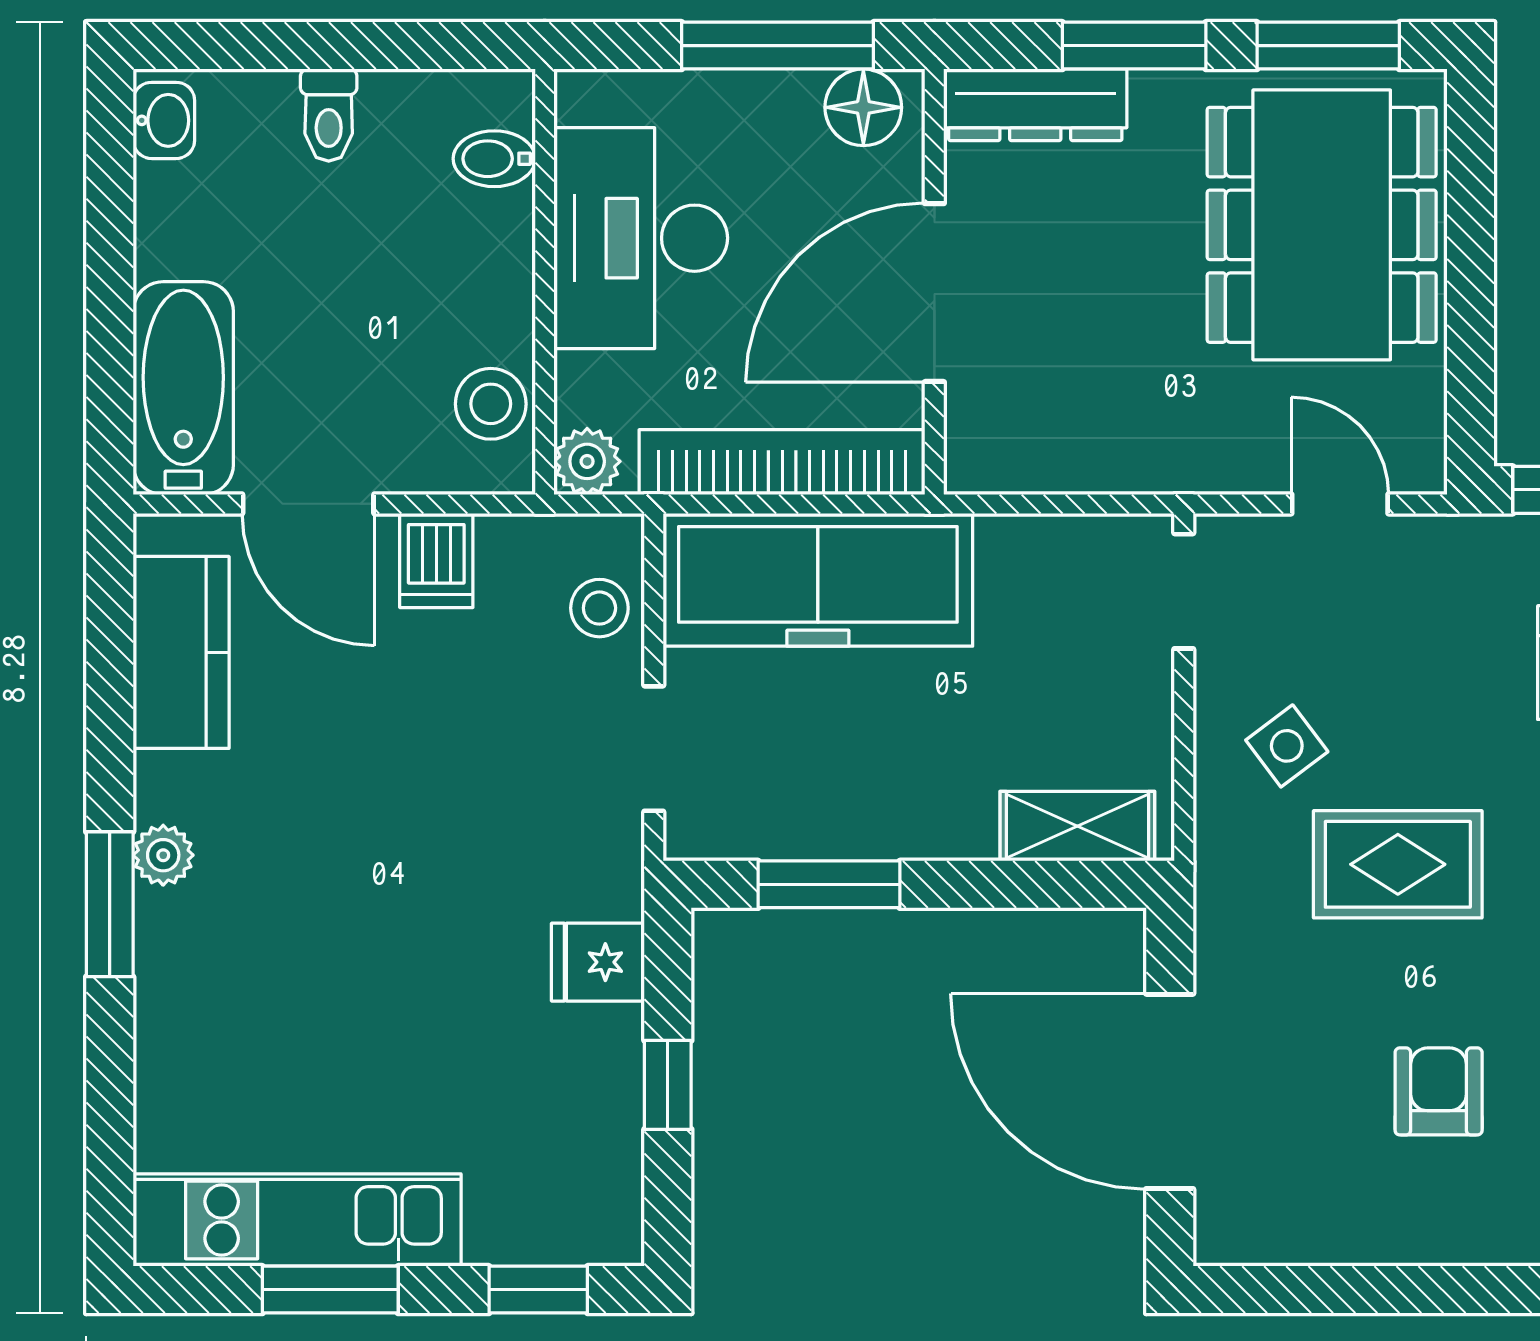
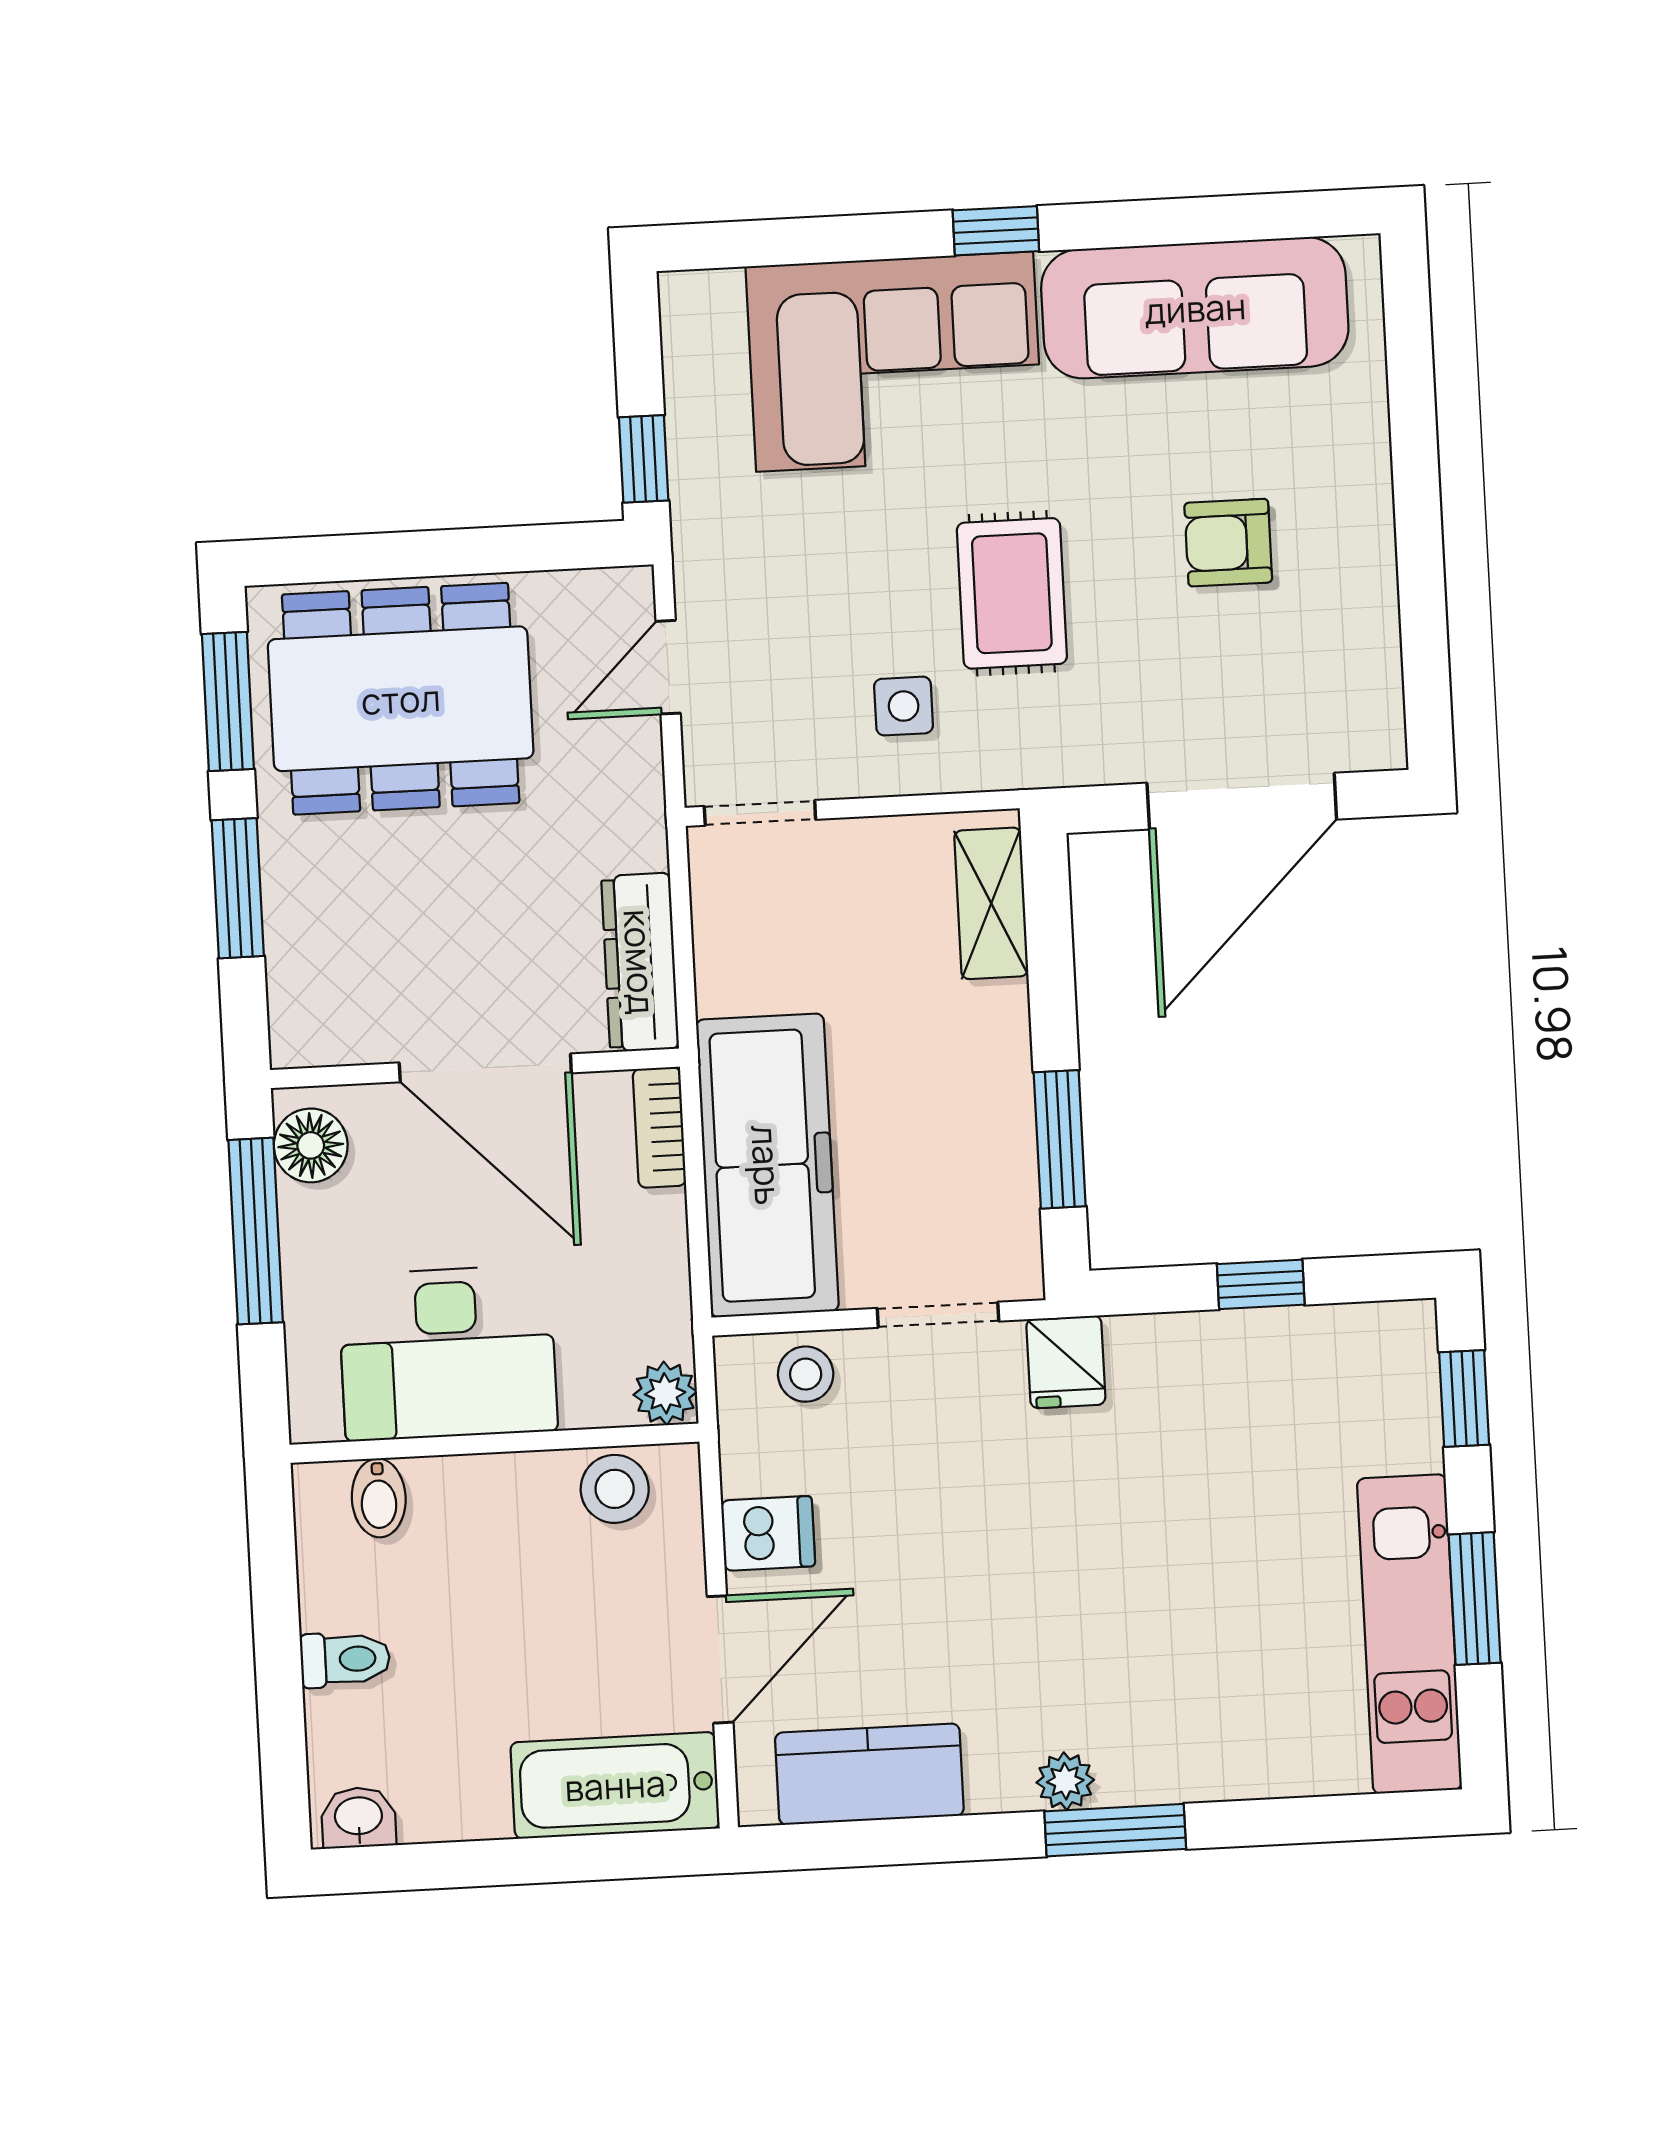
dresser: (1035, 105) -> (640, 962), moved, turned 180
bookcase: (782, 462) -> (659, 1127), width x0.43, depth x0.76
side table: (1287, 746) -> (904, 706), turned 37
fridge: (598, 962) -> (1066, 1362), moved

